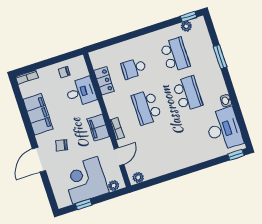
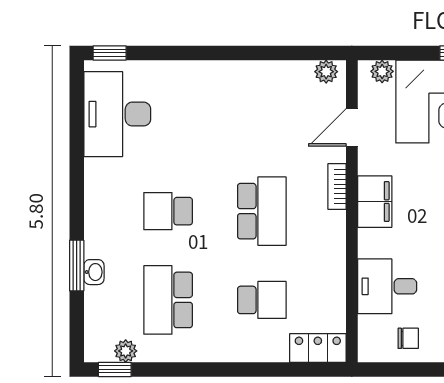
locker: (104, 81) -> (318, 348), moved, turned 90
school desk: (188, 94) -> (168, 211), width x0.54
washbasin: (226, 101) -> (94, 272), moved

